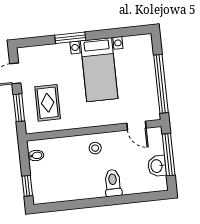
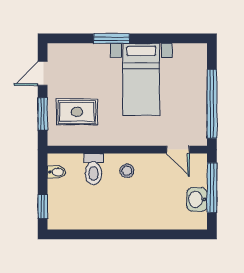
rug: (48, 103) -> (77, 112), turned 90
toilet: (113, 183) -> (93, 169), moved, turned 180

